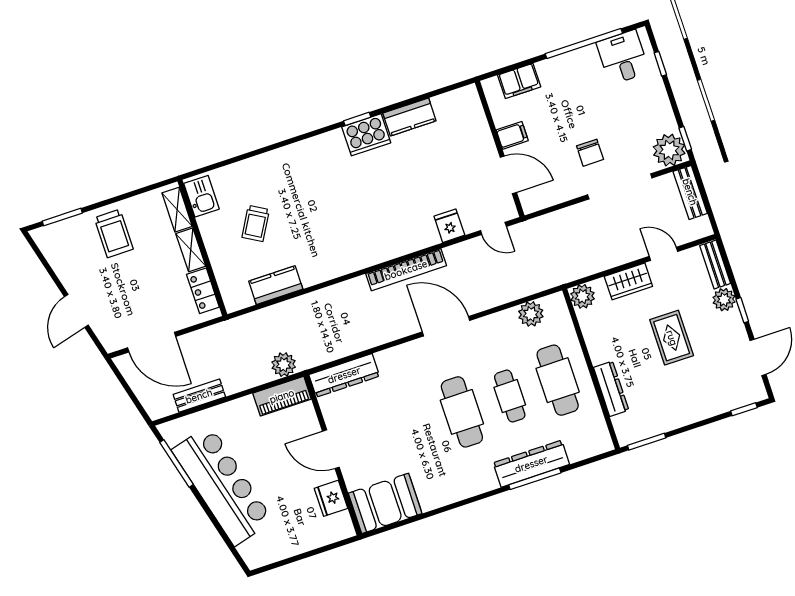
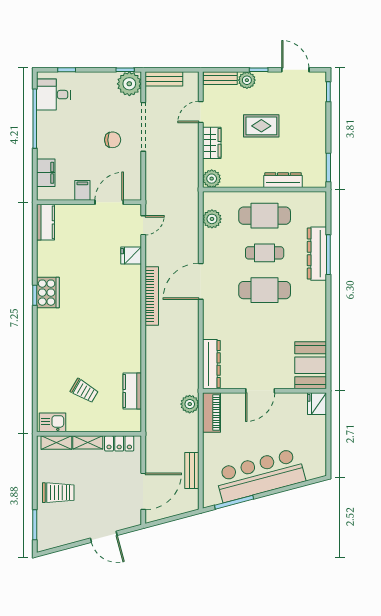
kitchen counter: (409, 117) -> (46, 222), moved
fridge: (331, 498) -> (317, 404), moved, turned 90

